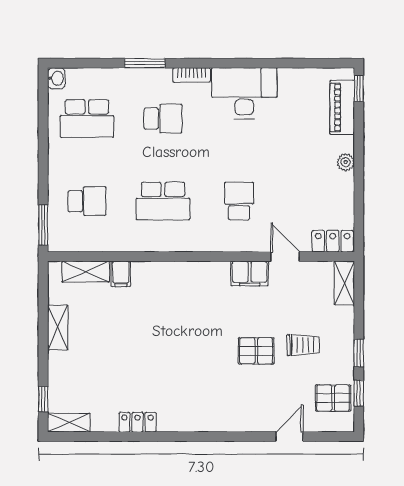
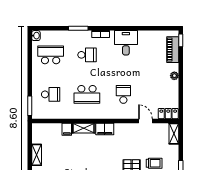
desk: (244, 93) -> (126, 43), width x0.73
school desk: (87, 119) -> (51, 55), turned 180
shelving: (86, 272) -> (84, 128), moved
filing cabinet: (250, 273) -> (105, 129), moved

